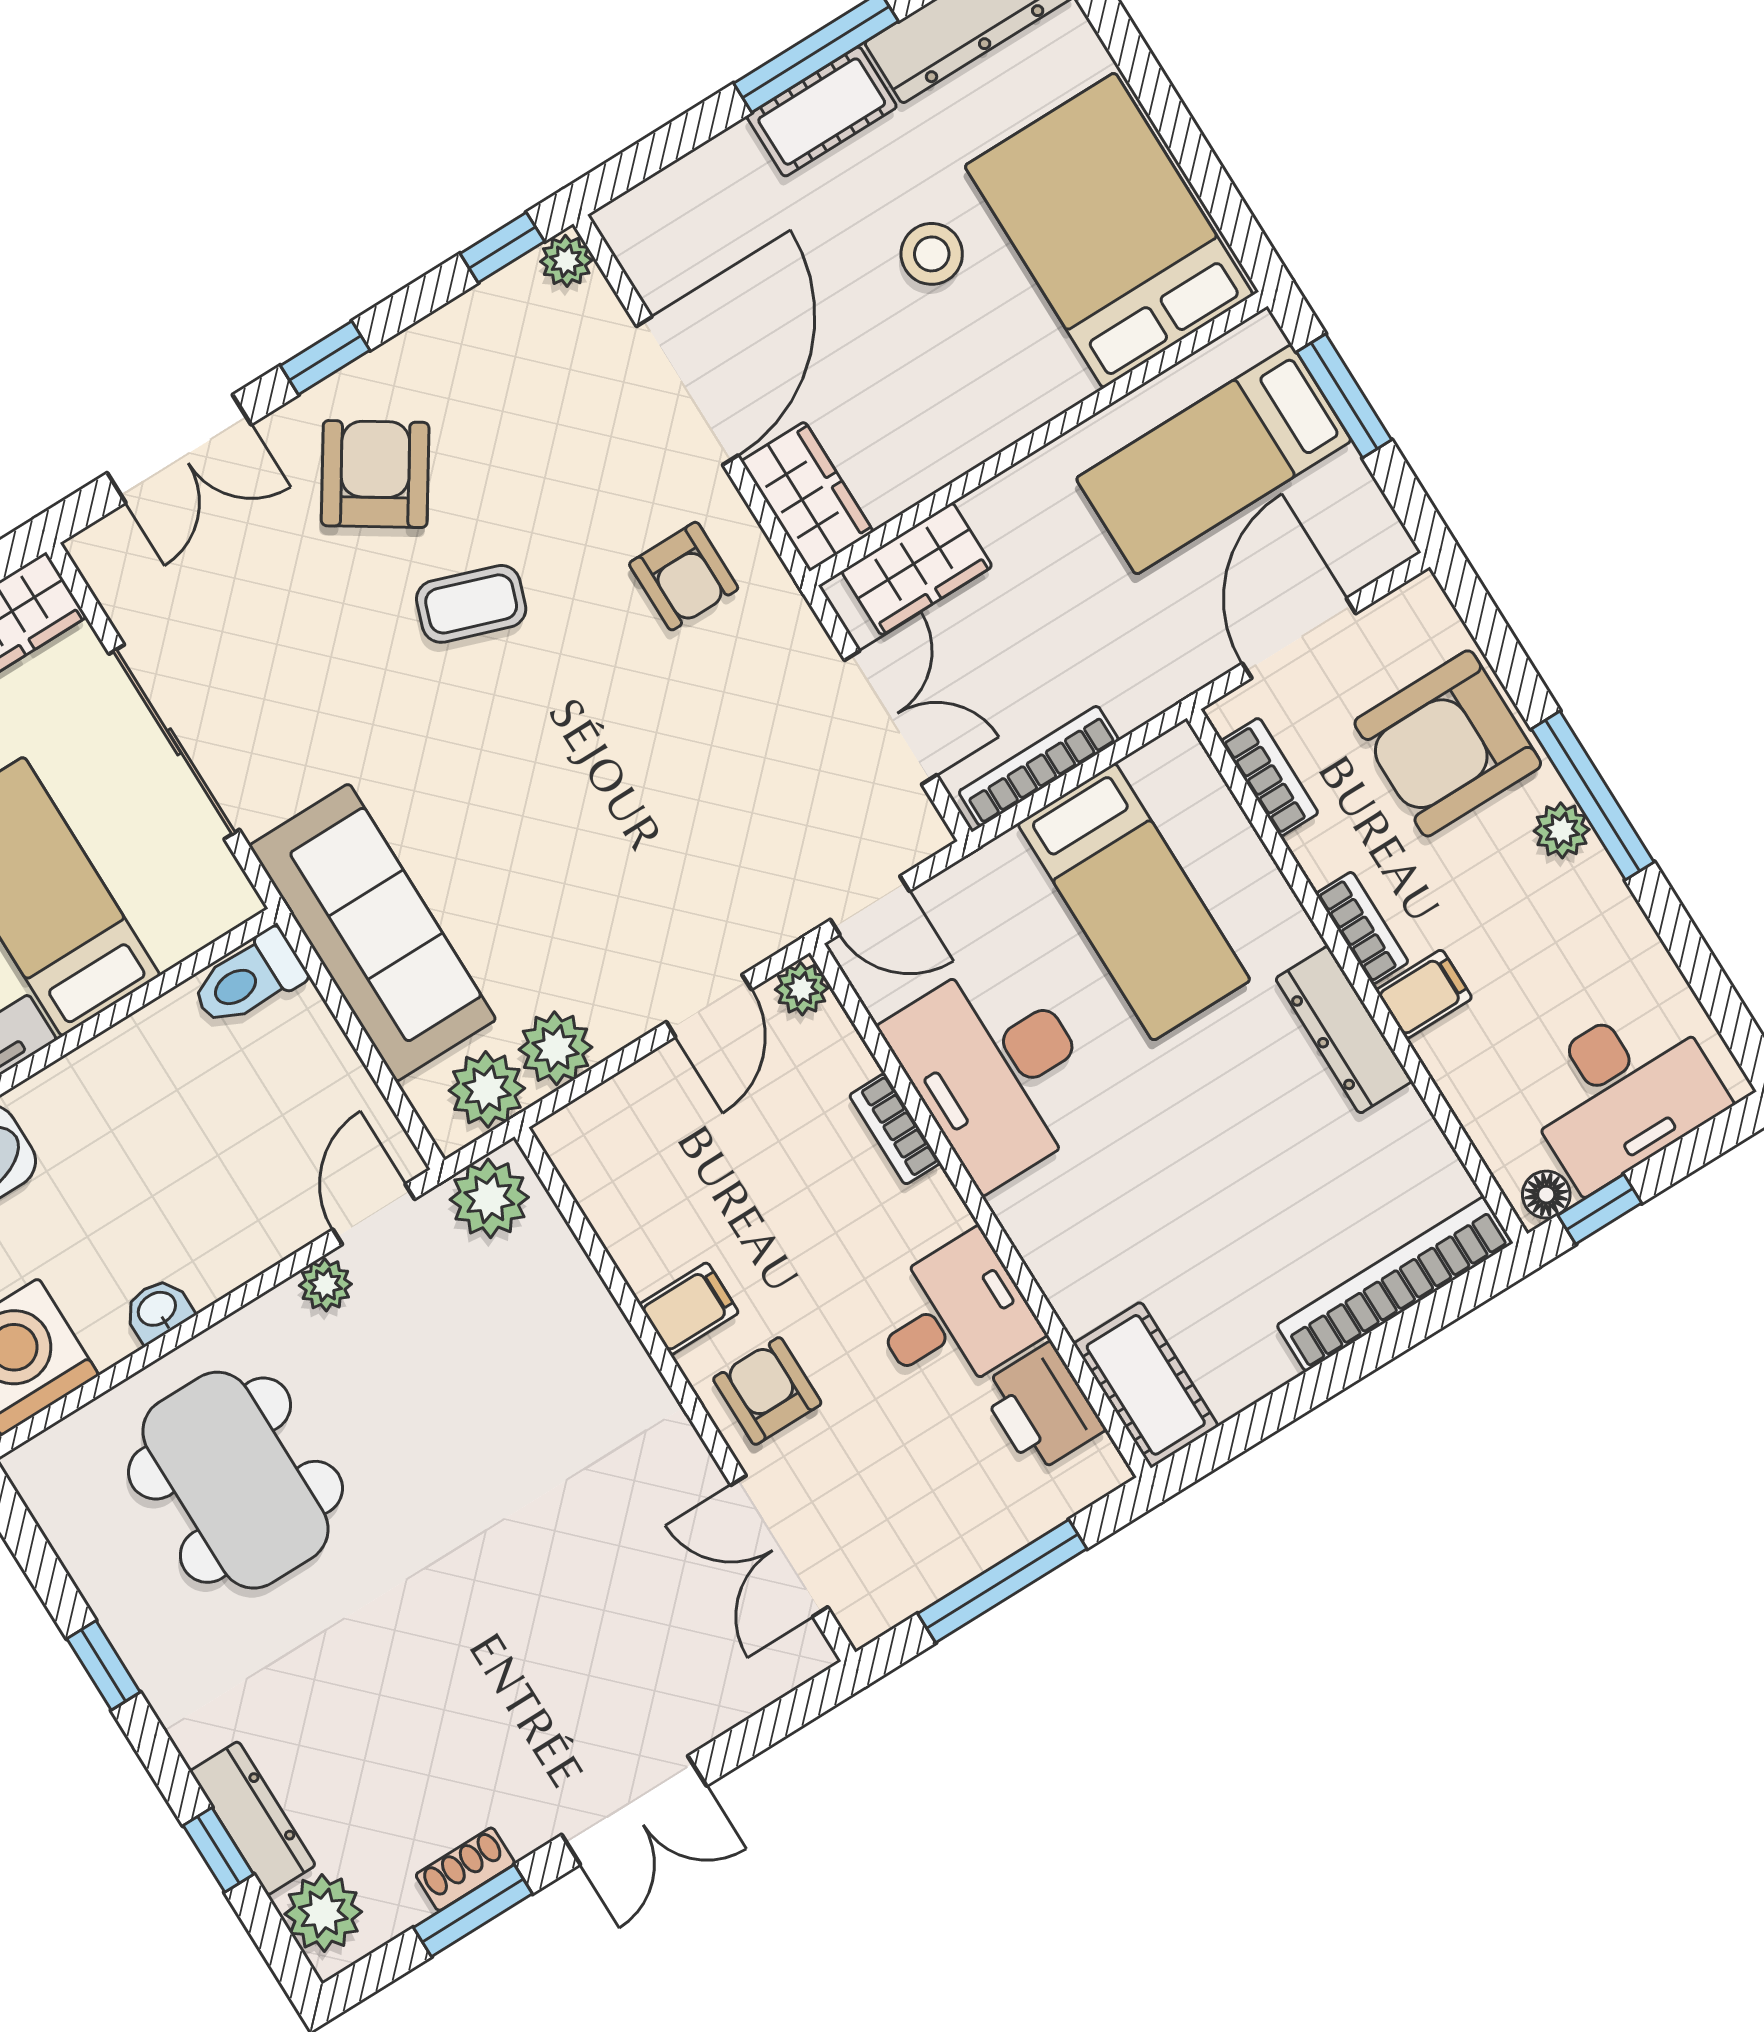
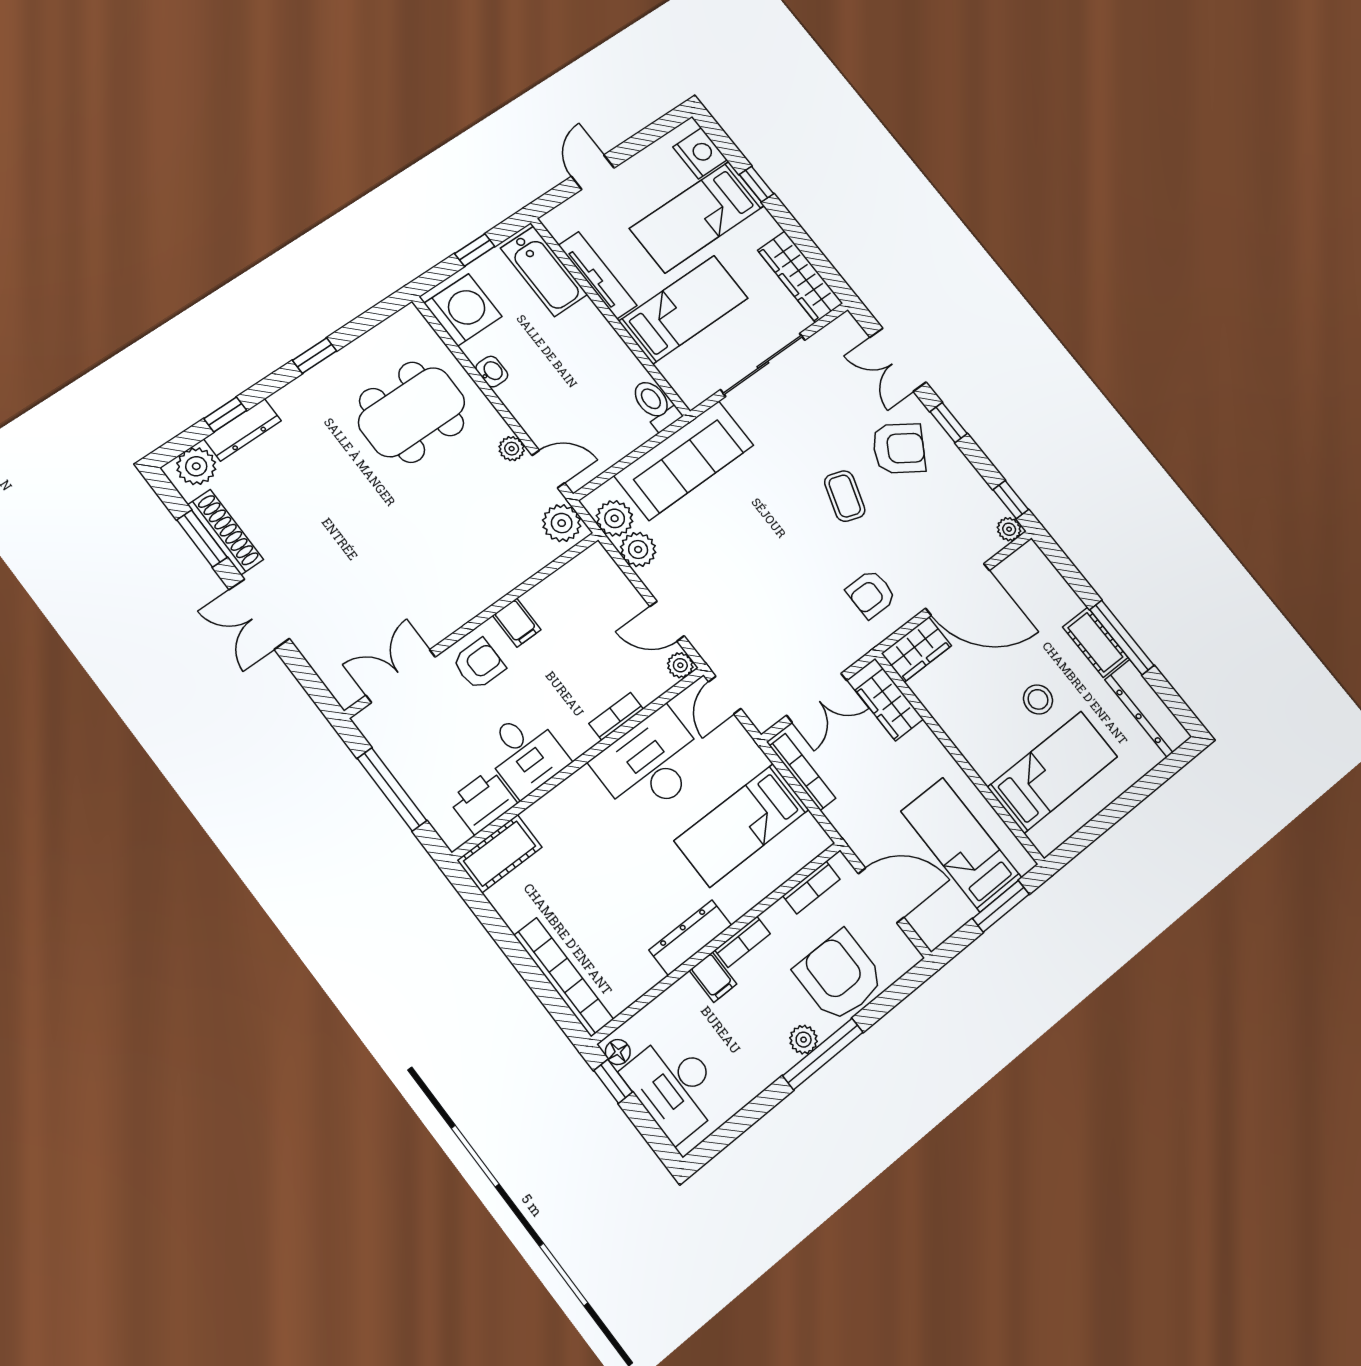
bed: (1109, 230) -> (1053, 772), width x0.67
shoe rack: (465, 1869) -> (225, 532), width x1.94, depth x1.24

